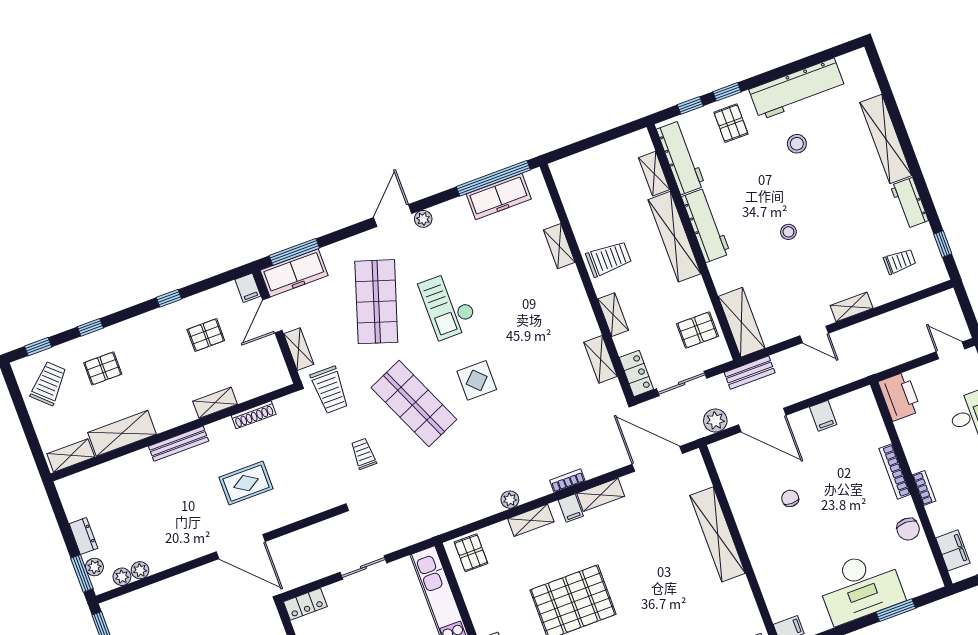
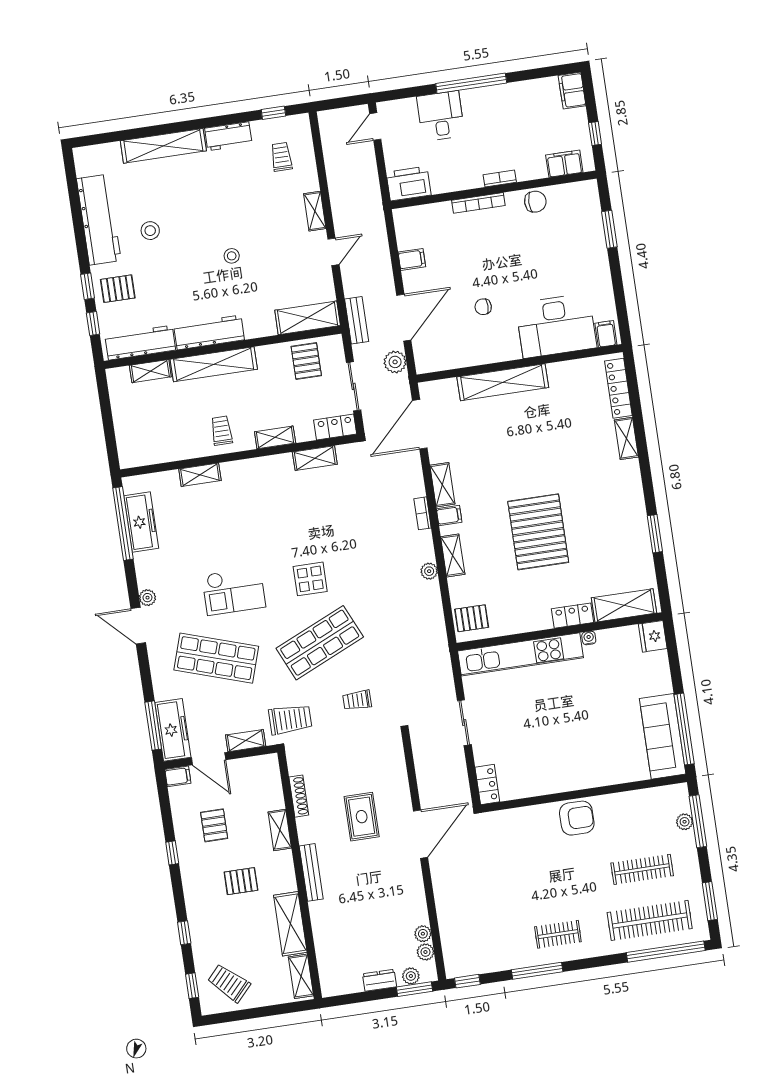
trolley: (609, 259) -> (222, 431), width x0.73, depth x0.72
pallet: (103, 368) -> (241, 881), moved, turned 90
desk: (860, 587) -> (556, 326), moved, turned 90

